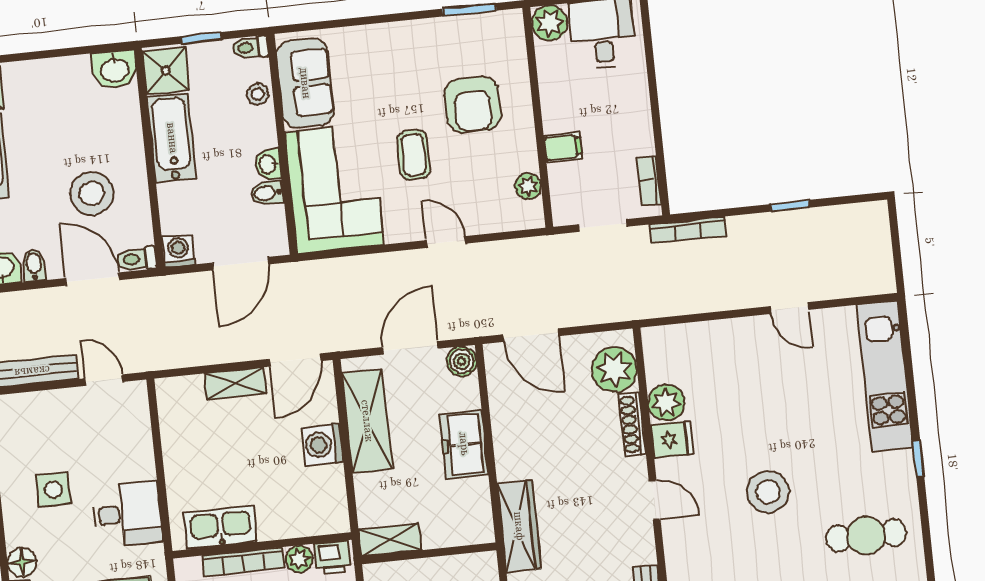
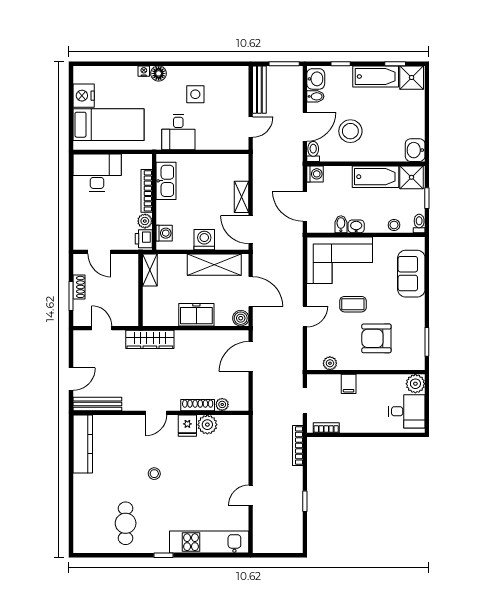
sofa: (305, 83) -> (411, 274), moved, turned 90
plant: (614, 369) -> (222, 404), width x0.53, depth x0.53
stool: (768, 492) -> (154, 474), width x0.53, depth x0.53
washing machine: (318, 520) -> (164, 233), added

